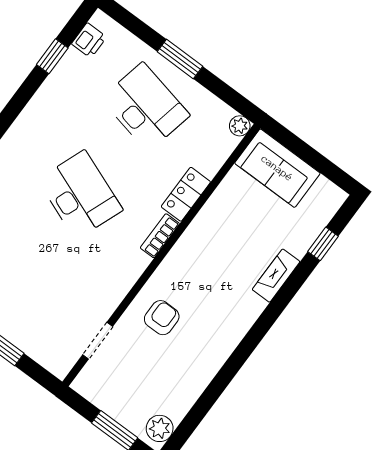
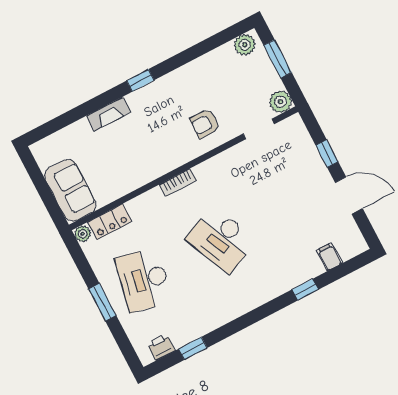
locker: (186, 194) -> (110, 222), moved
desk: (80, 195) -> (221, 240), turned -45
window: (323, 244) -> (140, 80), moved
plant: (88, 384) -> (280, 102), added

